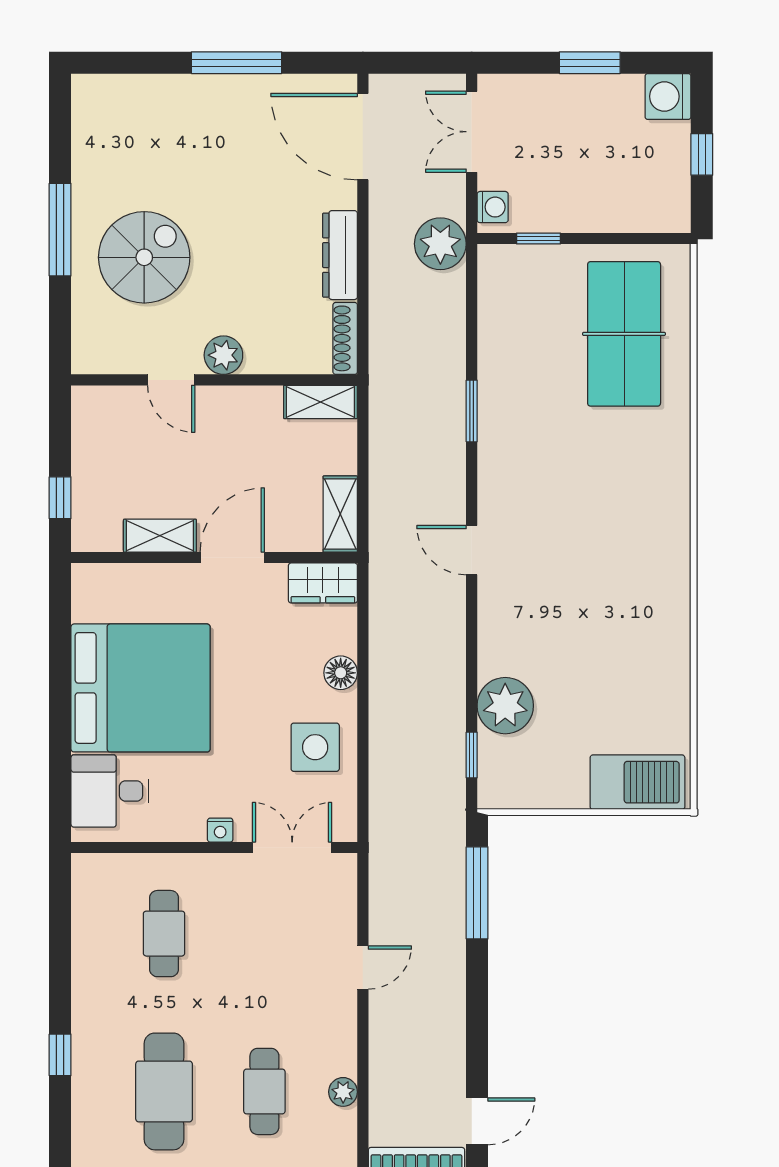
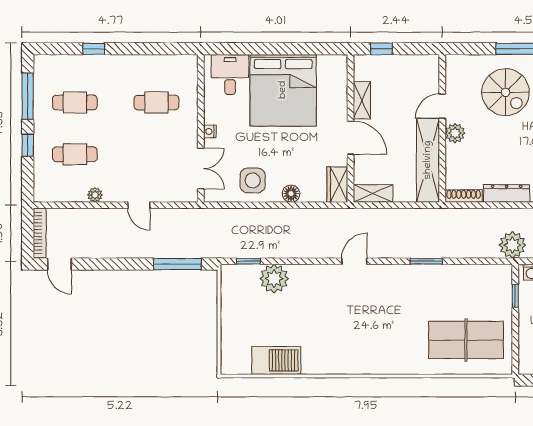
shelving: (320, 402) -> (428, 160), width x2.20, depth x1.33
barbecue: (637, 782) -> (276, 360), moved, turned -90
cafe table: (164, 1091) -> (75, 102), width x0.73, depth x0.74
plant: (343, 1092) -> (95, 195), moved

